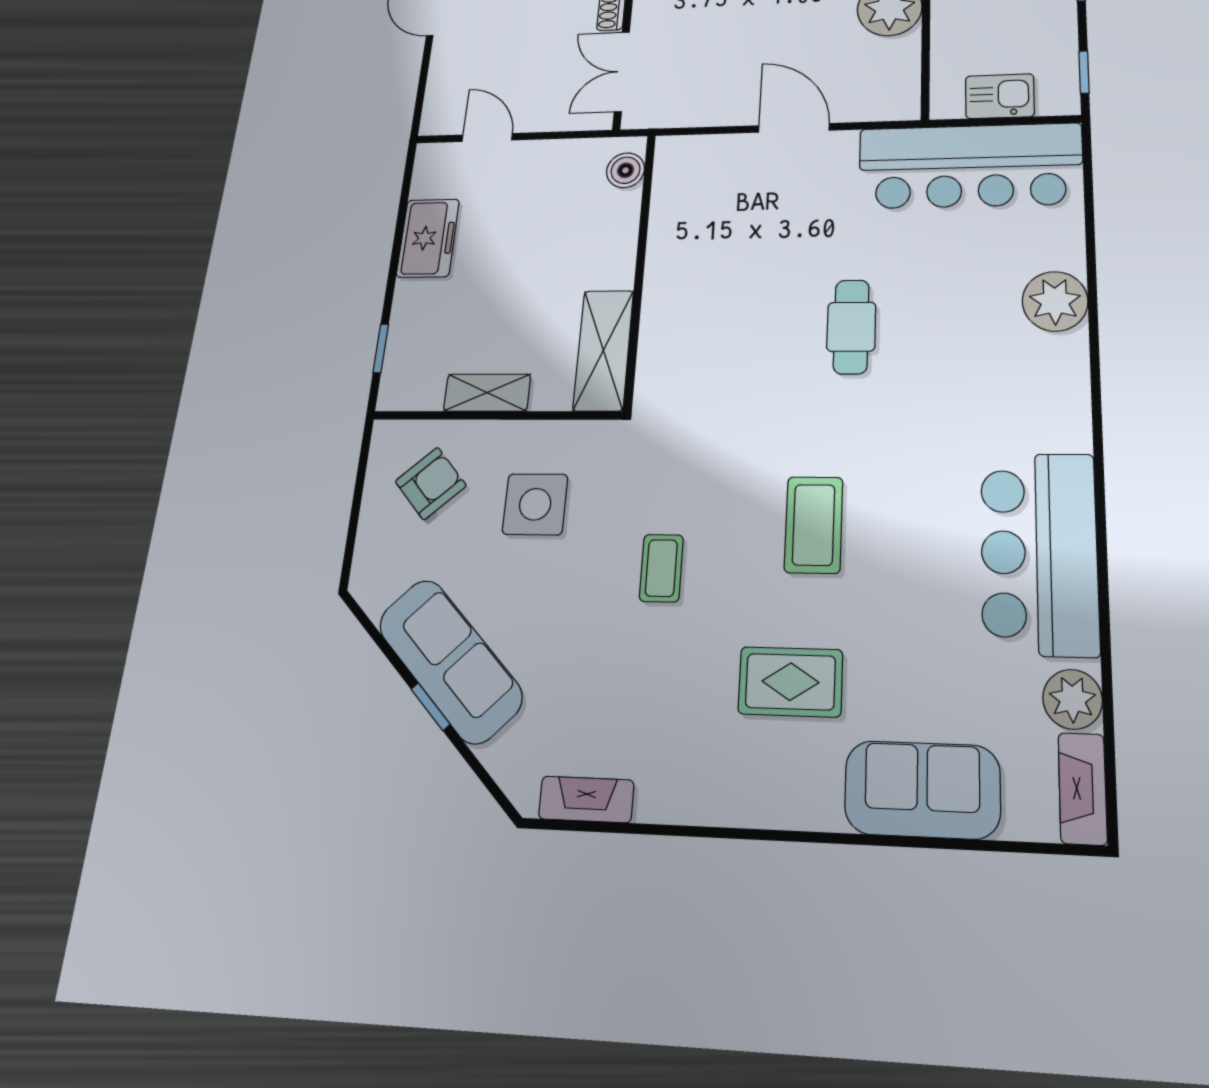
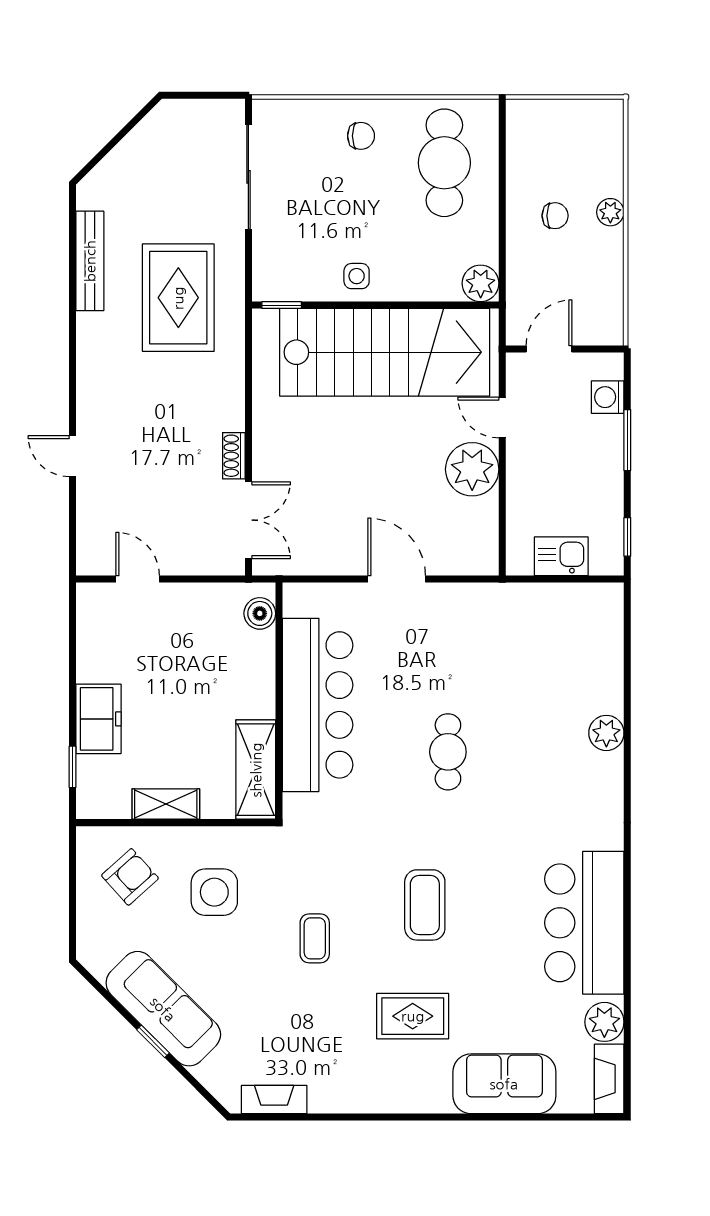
double door: (622, 72) -> (248, 520), swing flipped
bar counter: (970, 166) -> (318, 705), moved, turned -90
freezer: (428, 238) -> (99, 719), moved
plant: (1055, 301) -> (606, 733), width x0.73, depth x0.73

